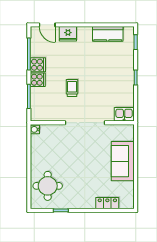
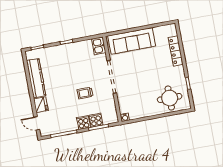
door: (47, 25) -> (37, 123), swing flipped
kitchen counter: (108, 34) -> (36, 78), width x1.50
cooker: (38, 65) -> (96, 120), moved
sofa: (123, 161) -> (132, 41), width x1.36
locker: (107, 203) -> (176, 51), width x1.53

